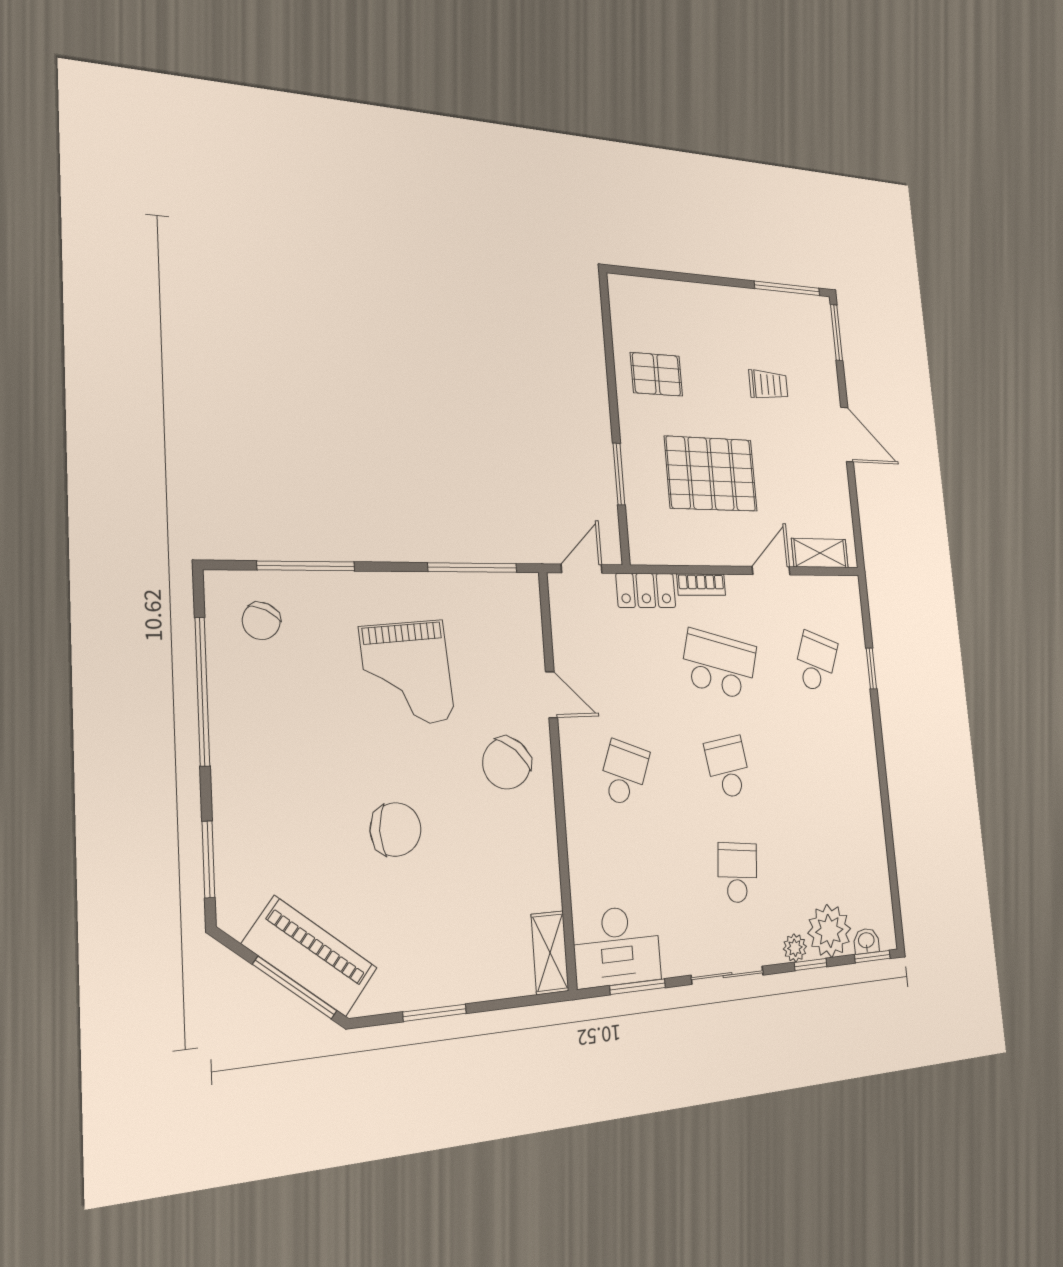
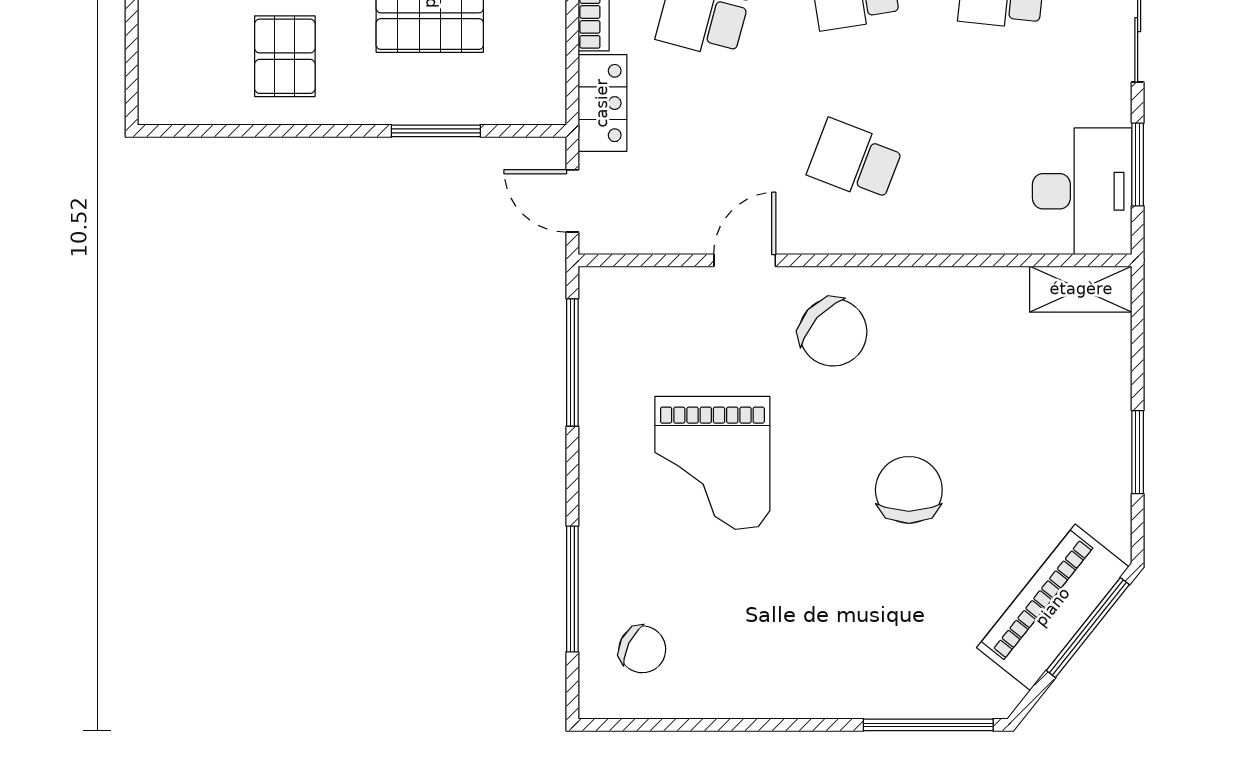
grand piano: (407, 674) -> (712, 463), turned 94
window: (202, 691) -> (728, 725), removed
window: (208, 859) -> (928, 725), width x1.44

